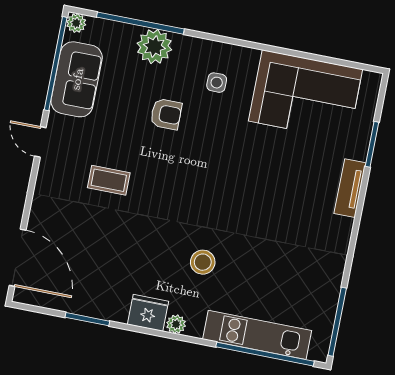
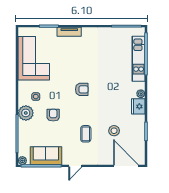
plant: (154, 46) -> (26, 113), moved
armchair: (212, 191) -> (82, 89), added
door: (18, 258) -> (126, 166), hinge flipped
stool: (203, 262) -> (114, 131), moved

